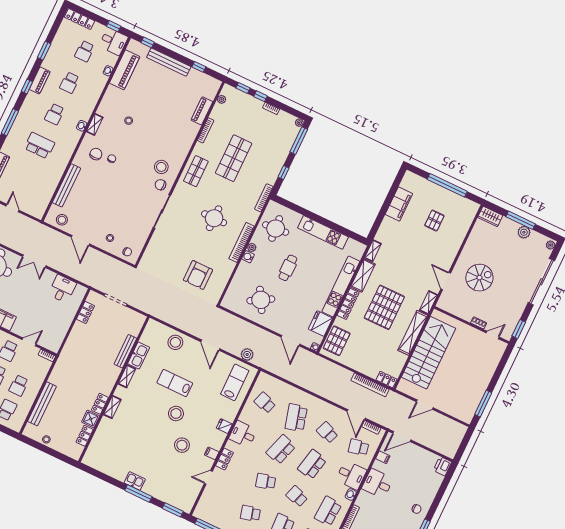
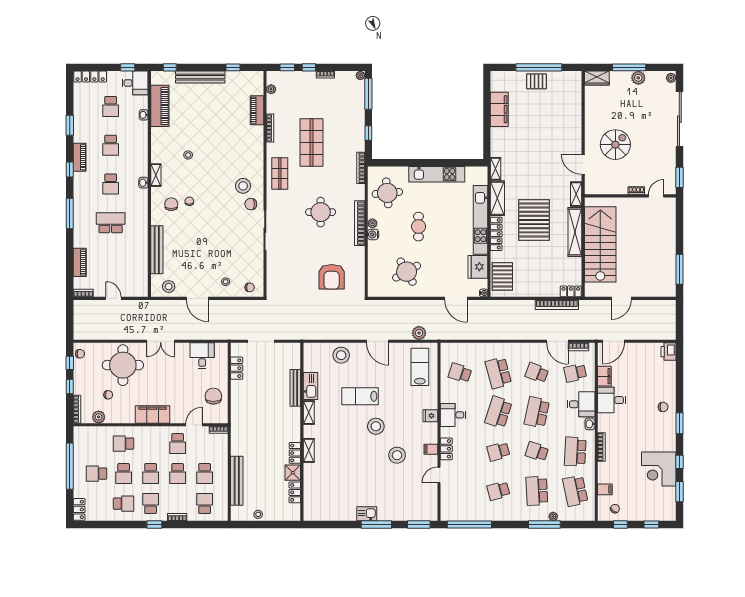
pallet: (434, 221) -> (537, 81), moved, turned 90
chair: (56, 326) -> (213, 396), added
filing cabinet: (383, 457) -> (604, 376), width x2.00

